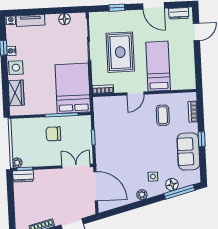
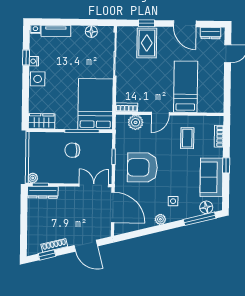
rug: (120, 52) -> (147, 43), moved, width x0.73, depth x0.70
wardrobe: (16, 93) -> (42, 121), moved, turned -90
plant: (112, 103) -> (136, 122), added
armchair: (121, 146) -> (142, 167), added
dresser: (23, 176) -> (43, 192), width x1.44
floor lamp: (172, 184) -> (206, 207), moved

